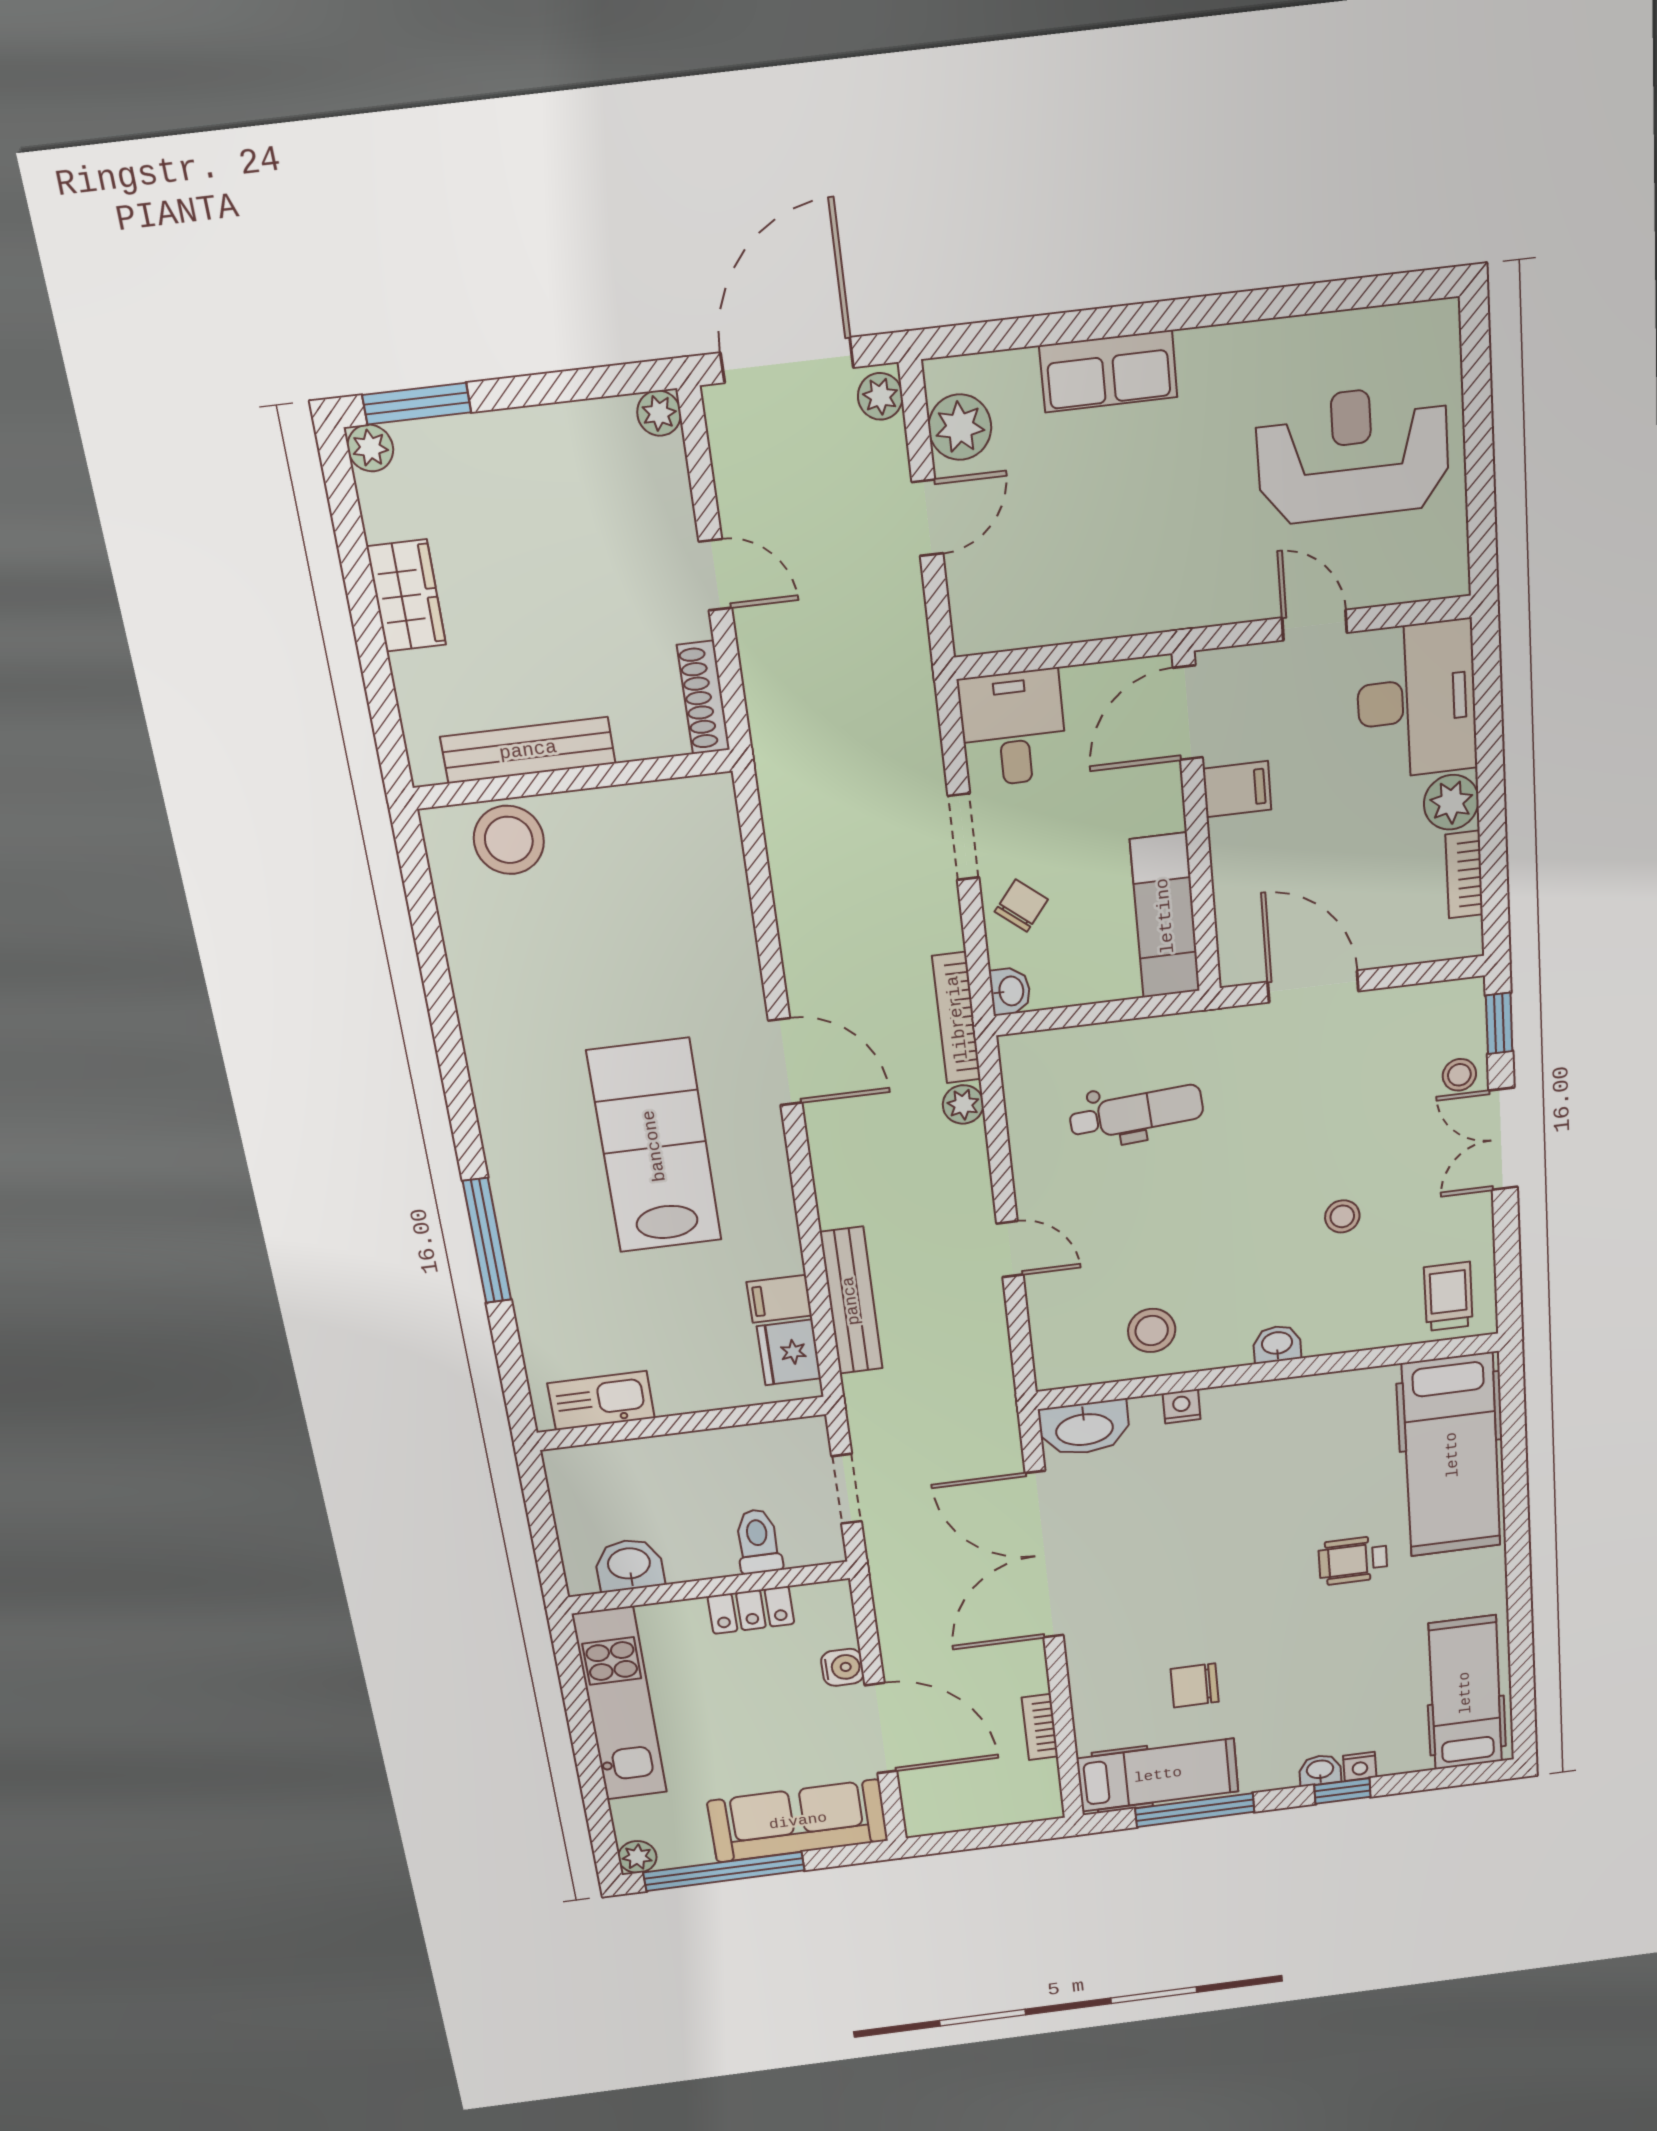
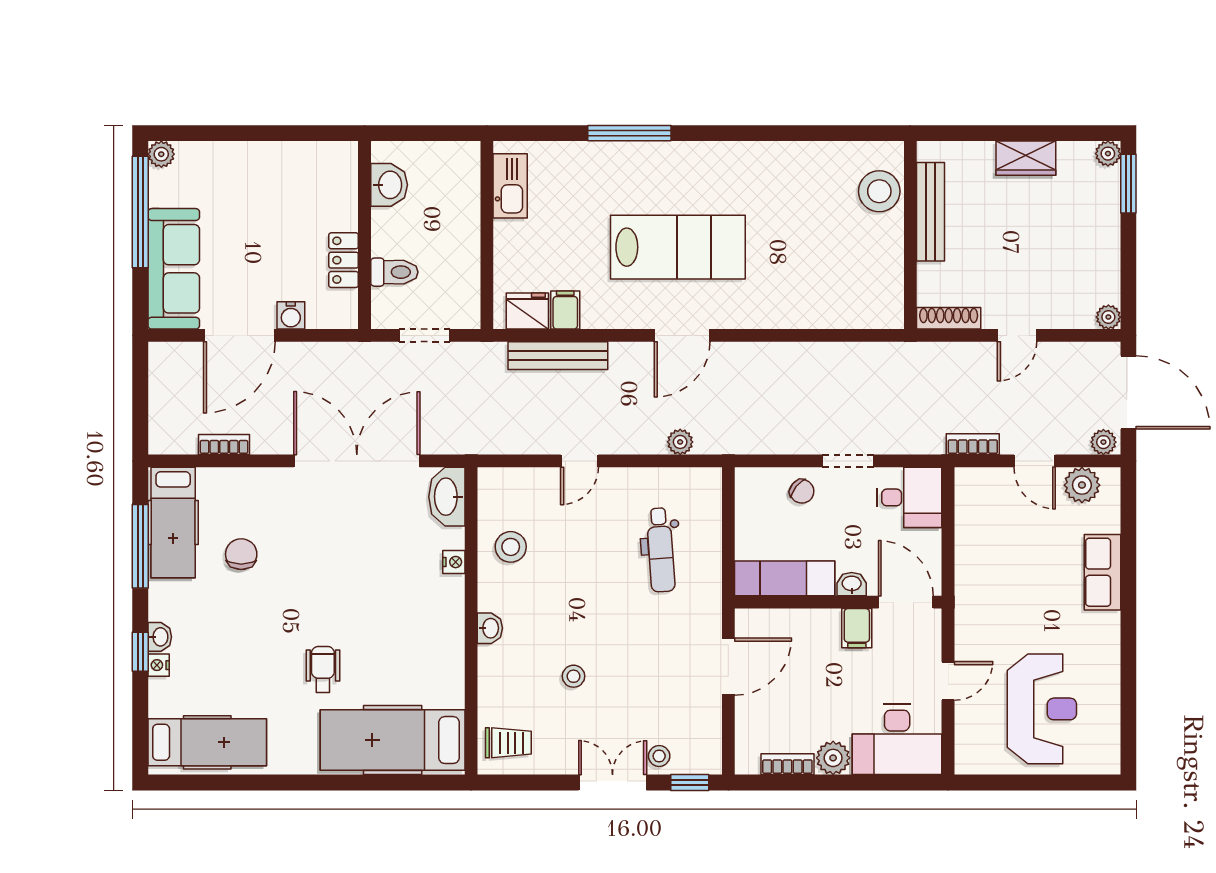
washbasin: (1010, 991) -> (852, 584), moved, turned 180
bookcase: (957, 1018) -> (973, 444), moved, width x0.64
door: (785, 1062) -> (682, 335), moved
kitchen unit: (620, 1704) -> (285, 162), removed

